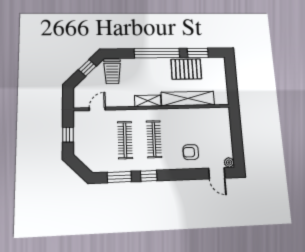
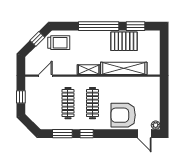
trolley: (112, 72) -> (59, 43), turned -90
armchair: (191, 152) -> (123, 115), width x1.88, depth x1.88

